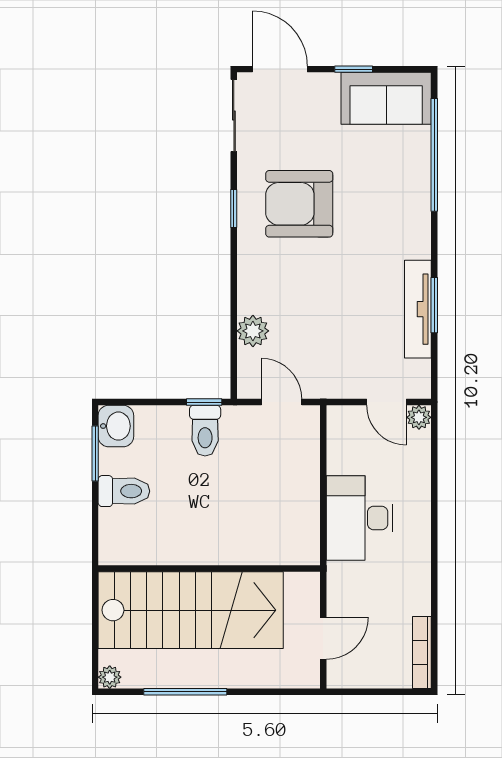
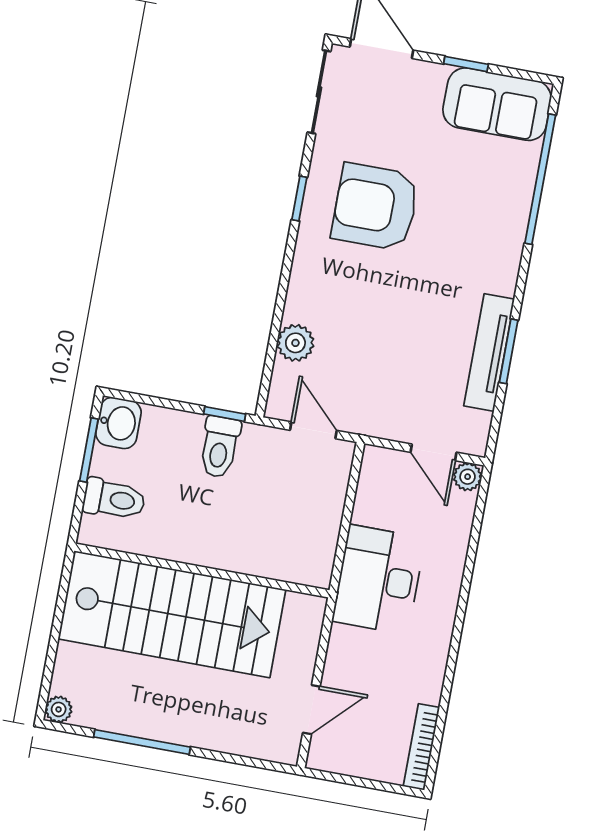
wall: (209, 568) -> (202, 570), moved
stairs: (191, 610) -> (172, 614), moved

